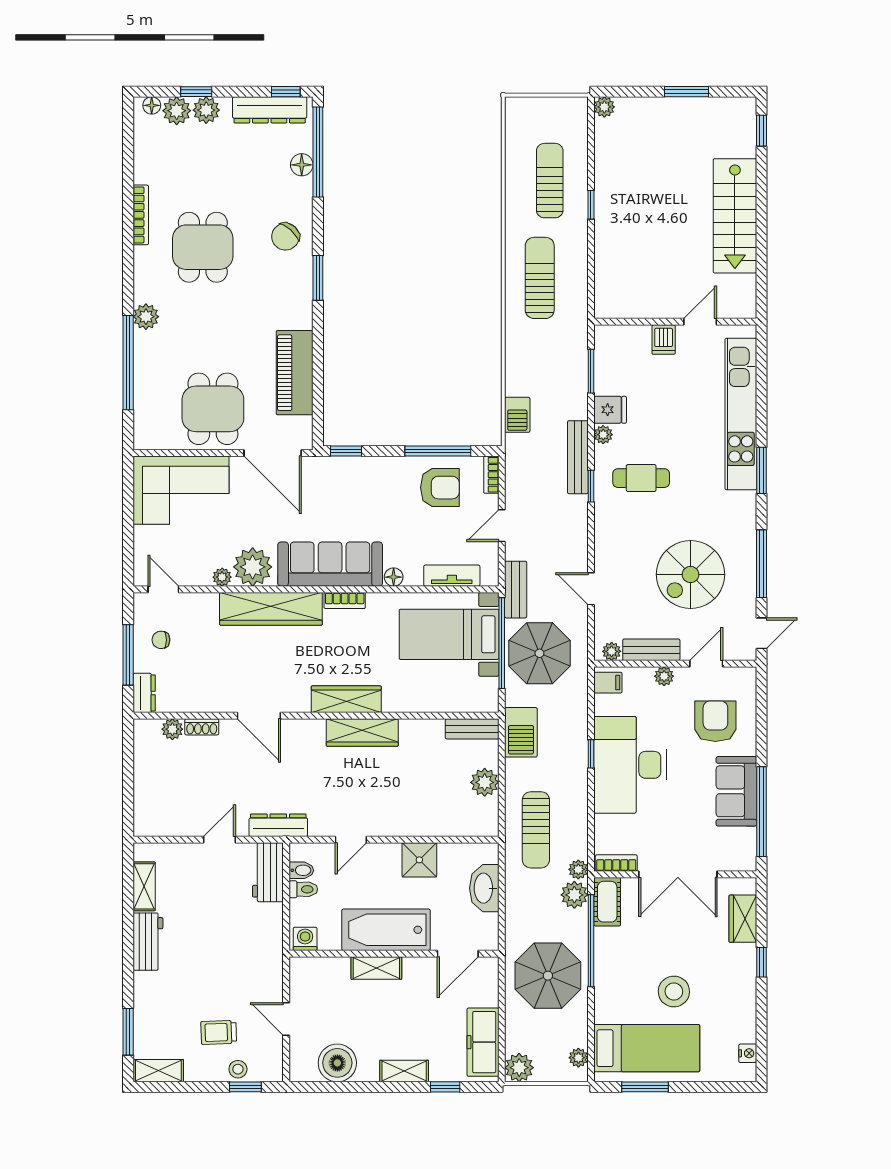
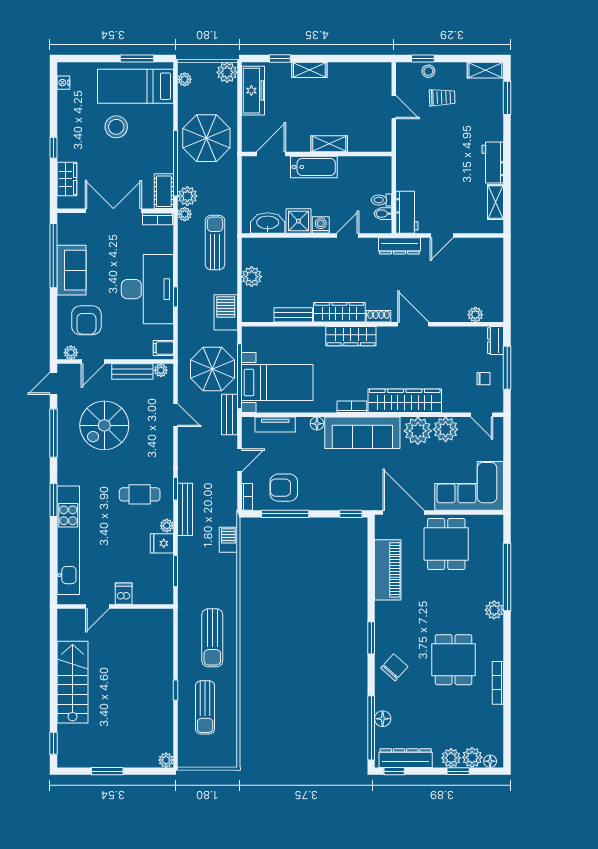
spiral stairs: (691, 574) -> (104, 425), turned 180
plant: (222, 577) -> (446, 429), width x1.87, depth x1.87
plant: (664, 676) -> (71, 353), moved
shoe rack: (202, 727) -> (379, 316), moved
bench: (472, 729) -> (293, 315), moved
washbasin: (484, 888) -> (268, 223), moved, turned -90
bathtub: (386, 930) -> (314, 167), width x0.73, depth x0.73
washing machine: (305, 939) -> (321, 225), moved, turned 180
boiler: (337, 1063) -> (357, 76), removed

